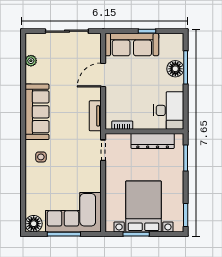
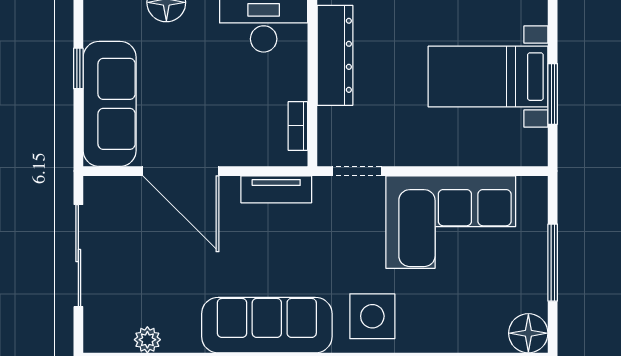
door: (103, 75) -> (181, 171), width x1.36
side table: (41, 157) -> (372, 316), width x1.87, depth x1.87
bed with nightstands: (143, 206) -> (488, 77), width x0.73
corner sofa: (73, 212) -> (451, 222), moved, turned -90

